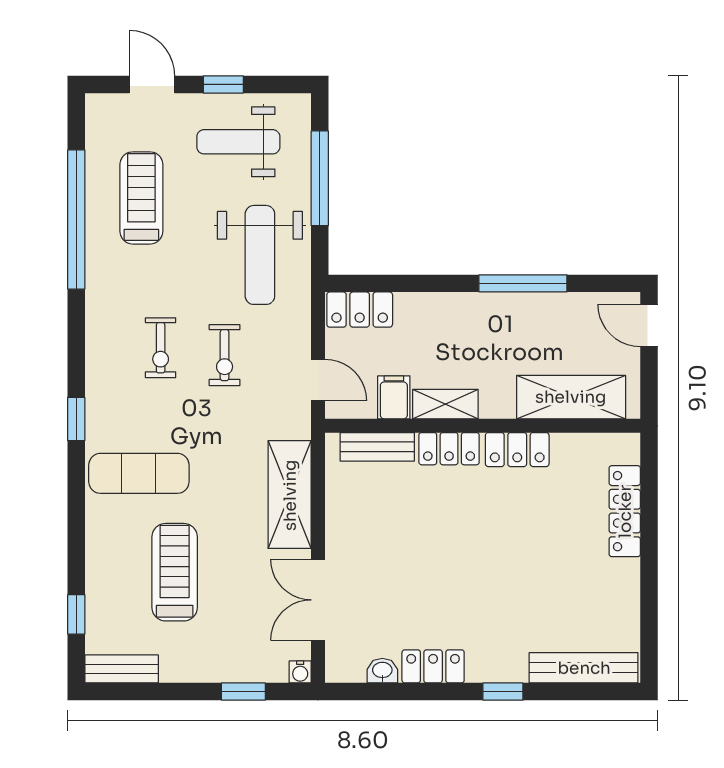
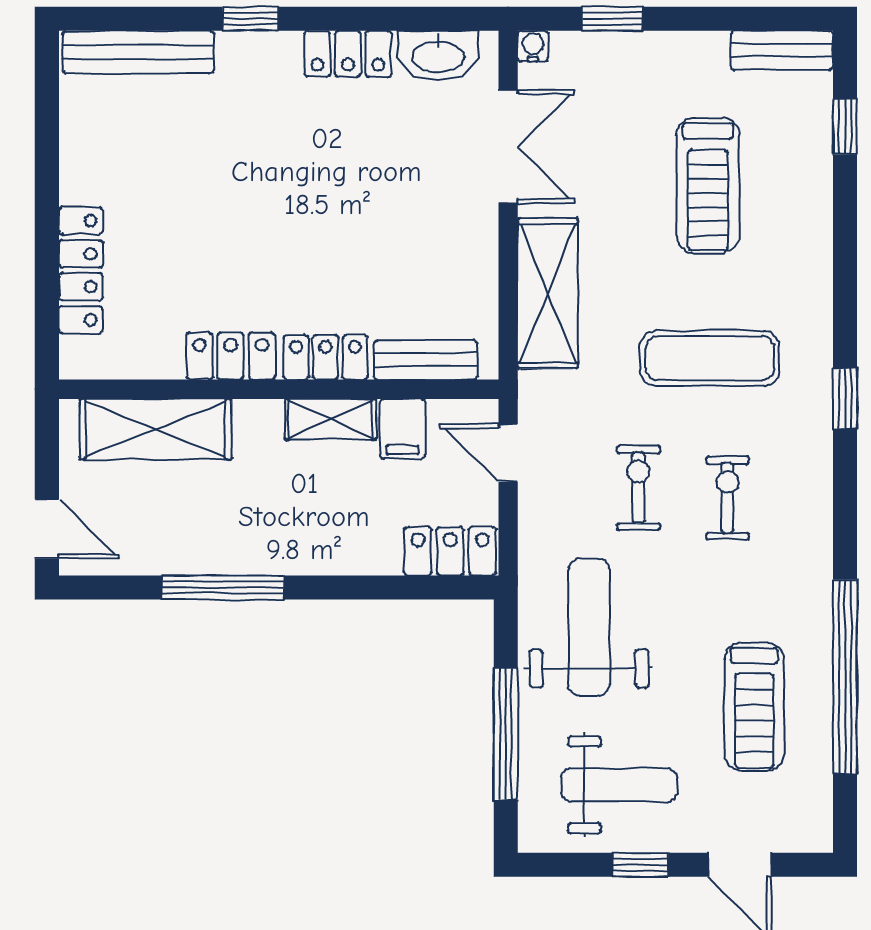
exercise mat: (139, 473) -> (710, 358), moved
washbasin: (382, 671) -> (438, 56), width x1.91, depth x1.45

